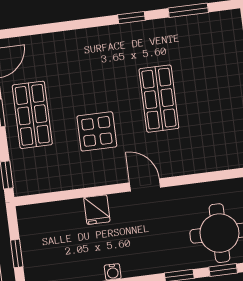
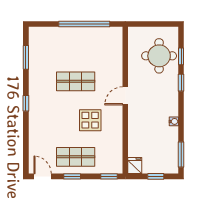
window: (131, 18) -> (26, 103), moved
fridge: (97, 210) -> (135, 165), moved, turned -90

